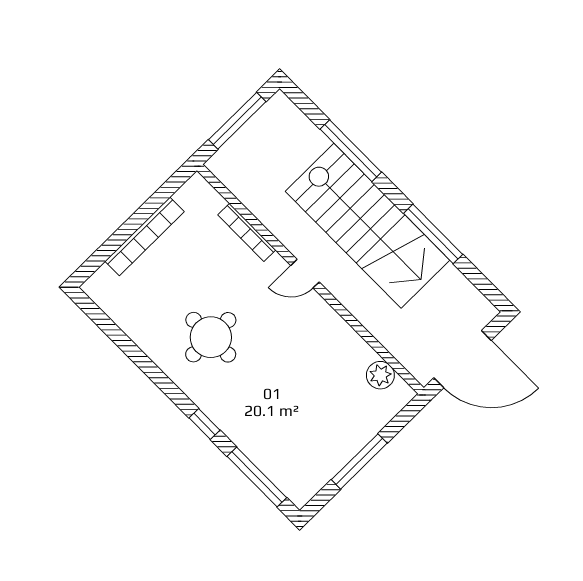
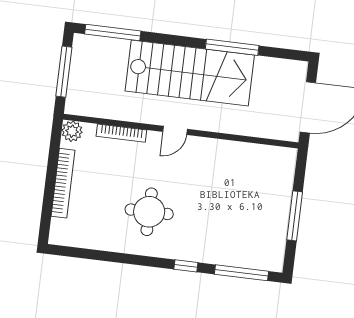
window: (351, 151) -> (113, 33), moved
plant: (380, 375) -> (72, 131), moved

